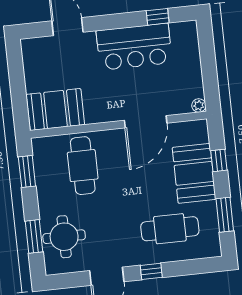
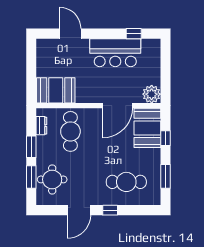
plant: (199, 105) -> (152, 94), width x1.88, depth x1.88
dresser: (41, 162) -> (41, 126), added
window: (27, 171) -> (31, 147), moved
booth: (194, 173) -> (147, 128), moved

